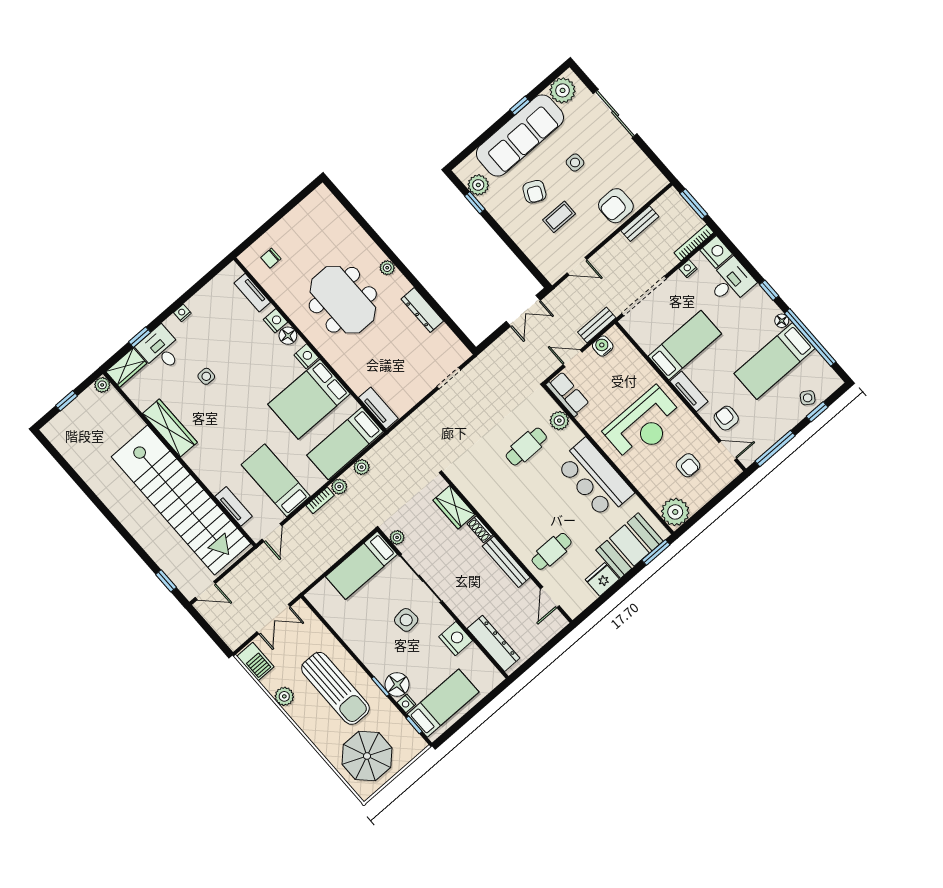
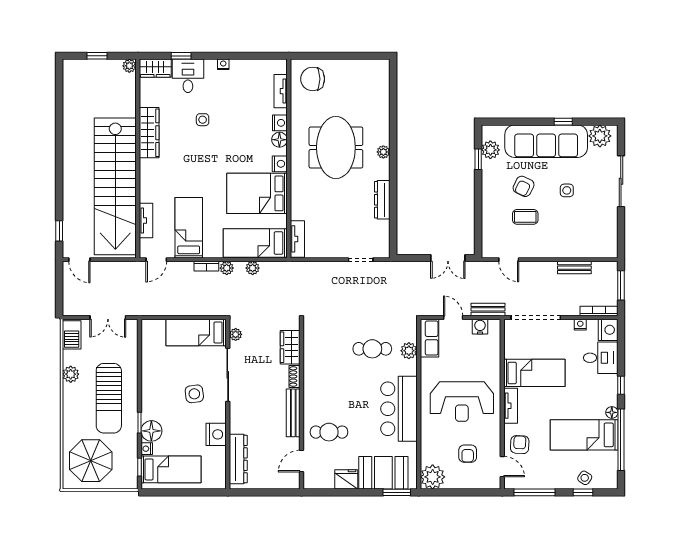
armchair: (616, 206) -> (569, 242), removed
chair: (271, 258) -> (313, 79), width x1.87, depth x1.87

